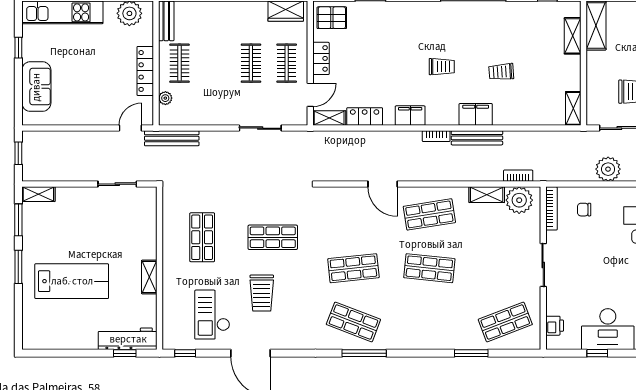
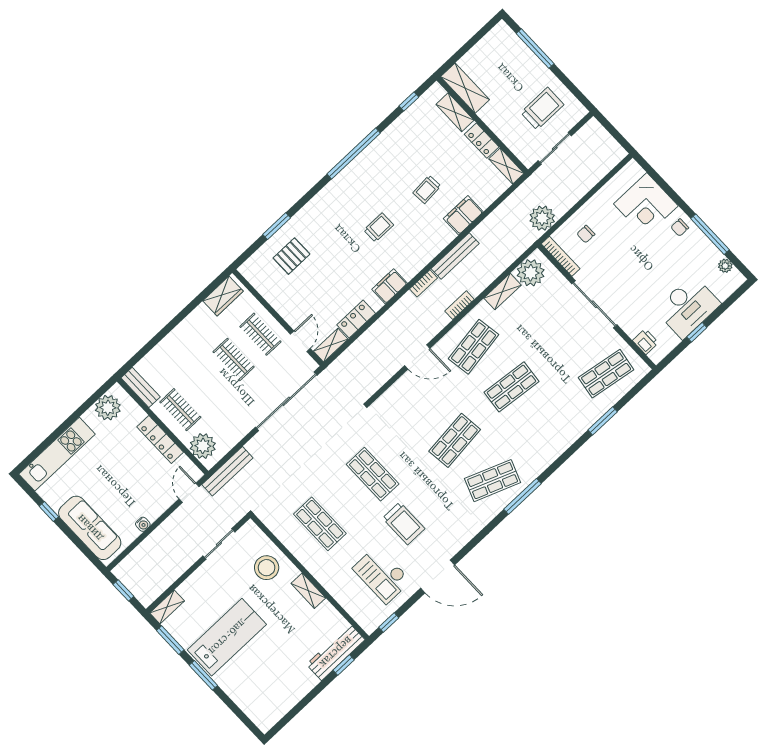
pallet: (332, 18) -> (291, 256), moved
locker: (321, 58) -> (482, 141), moved, turned 180
sofa: (36, 87) -> (90, 528), width x1.36
plant: (165, 98) -> (203, 446), width x1.87, depth x1.87
filing cabinet: (476, 114) -> (463, 215), moved
water cooler: (76, 119) -> (143, 524), added
sliding door: (260, 128) -> (286, 401), width x1.86
plant: (608, 169) -> (542, 218), moved
bookcase: (518, 176) -> (460, 305), moved
stool: (135, 233) -> (267, 568), added
shop shelf: (273, 237) -> (373, 474), turned 90
sliding door: (543, 265) -> (594, 304), width x1.37
lab bench: (72, 281) -> (227, 637), moved
shop shelf: (505, 322) -> (606, 374), turned 30

